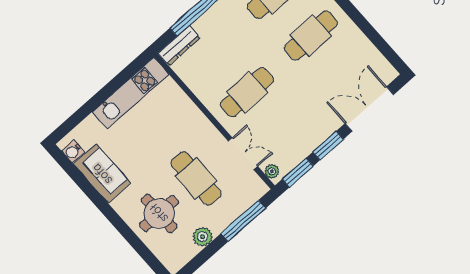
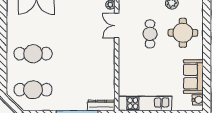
cafe table: (247, 92) -> (88, 54), removed
cafe table: (196, 178) -> (150, 34), width x0.73, depth x0.74

